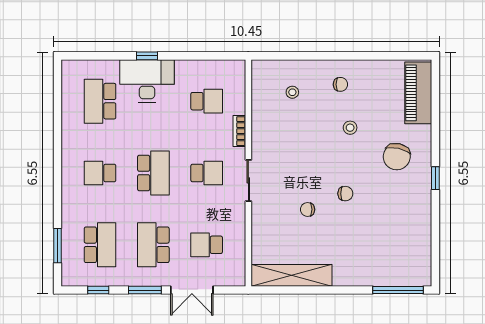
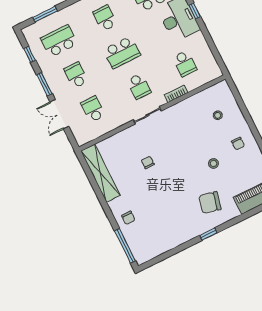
chair: (345, 194) -> (128, 218), moved
school desk: (100, 245) -> (59, 41), turned 180
school desk: (153, 245) -> (76, 75), width x0.54

